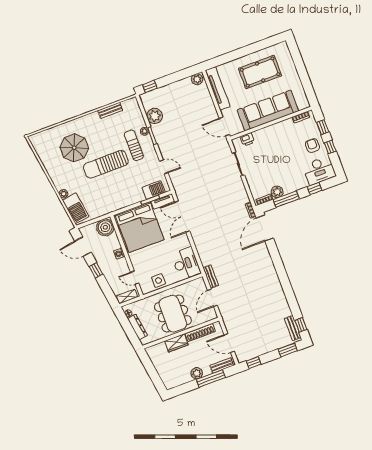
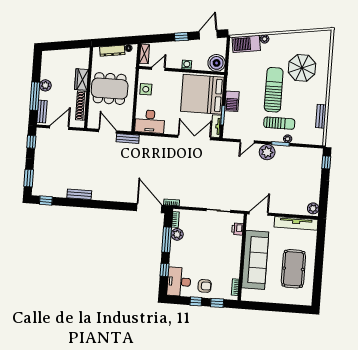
plant: (155, 116) -> (267, 152), moved
barbecue: (154, 190) -> (232, 101), moved
bench: (293, 328) -> (79, 194), moved

